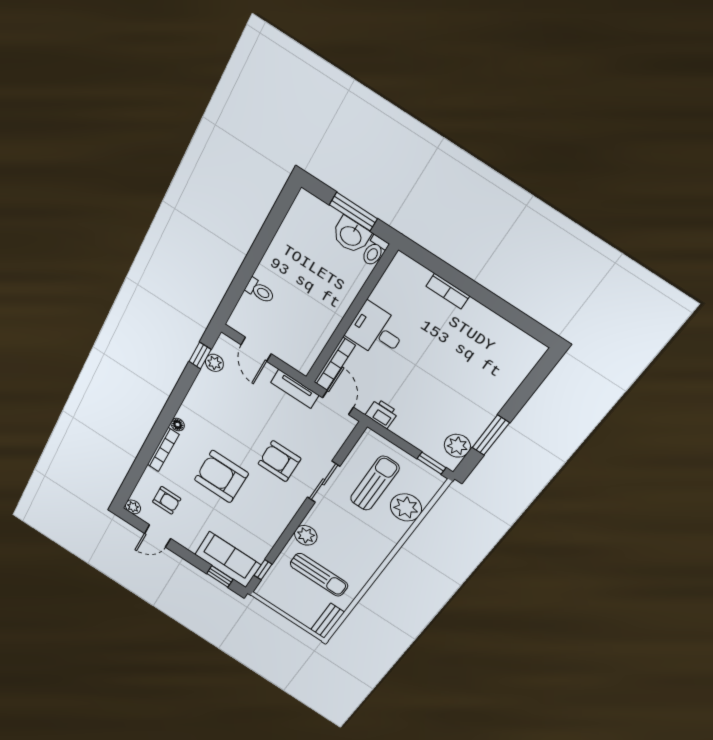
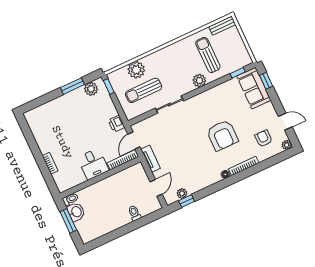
armchair: (279, 461) -> (185, 127), removed

